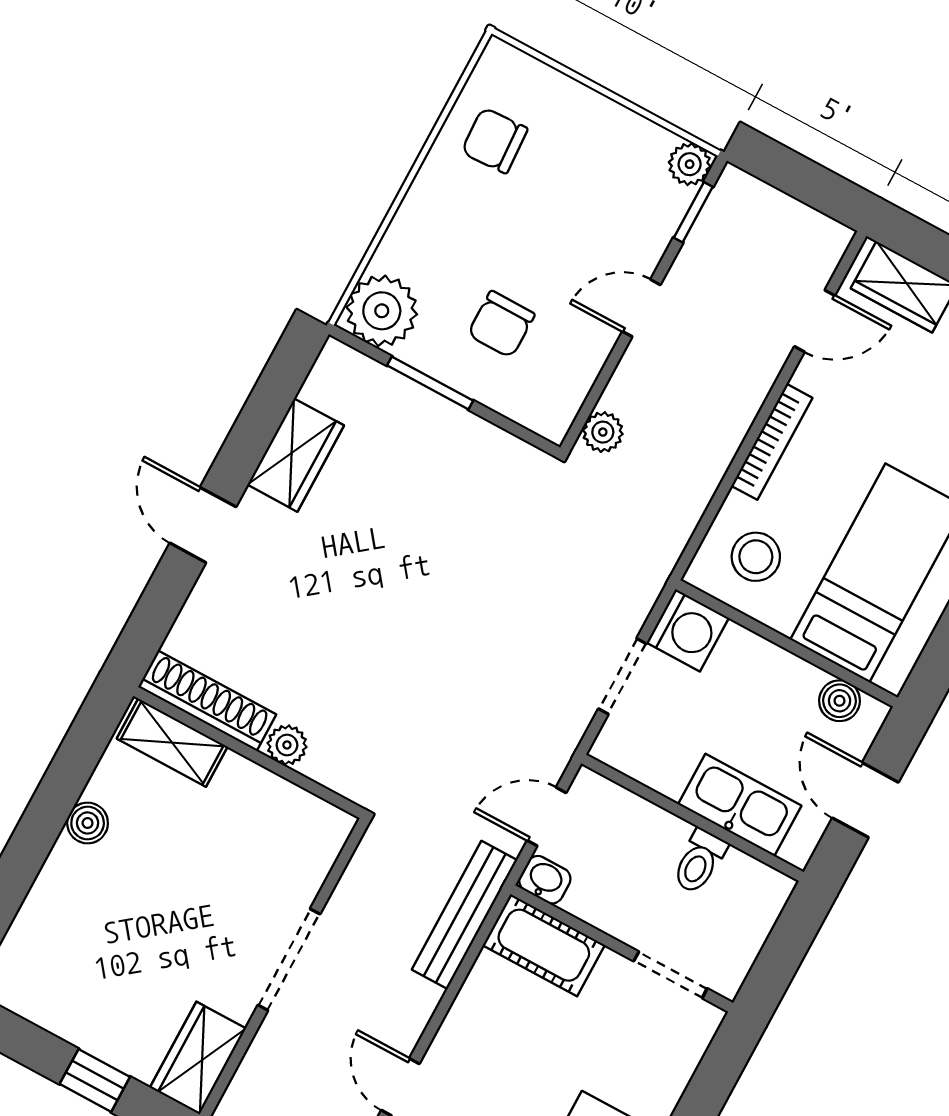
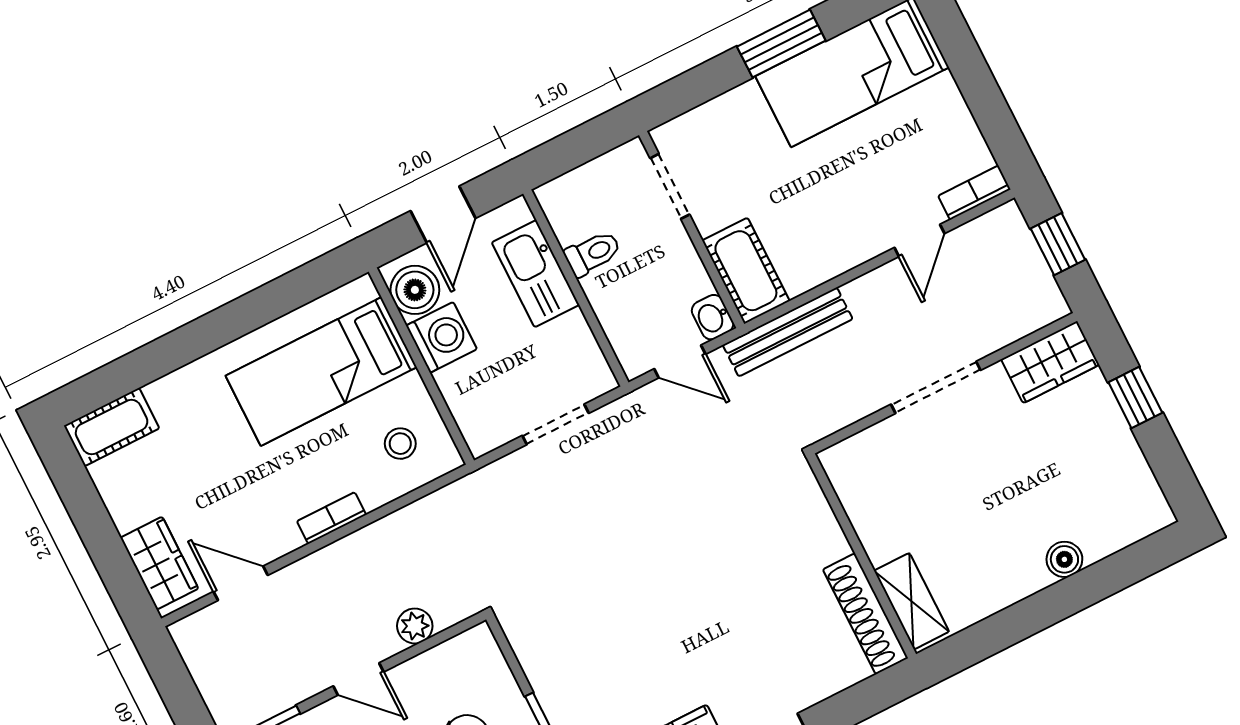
plant: (603, 432) -> (415, 626), moved
bookcase: (772, 442) -> (332, 518), width x0.64
stool: (756, 557) -> (400, 444), width x0.73, depth x0.73
washing machine: (688, 630) -> (441, 337), moved, turned 90
boiler: (840, 701) -> (415, 290), width x1.36, depth x1.36
plant: (287, 745) -> (830, 542), removed
boiler: (88, 823) -> (1064, 559), moved

